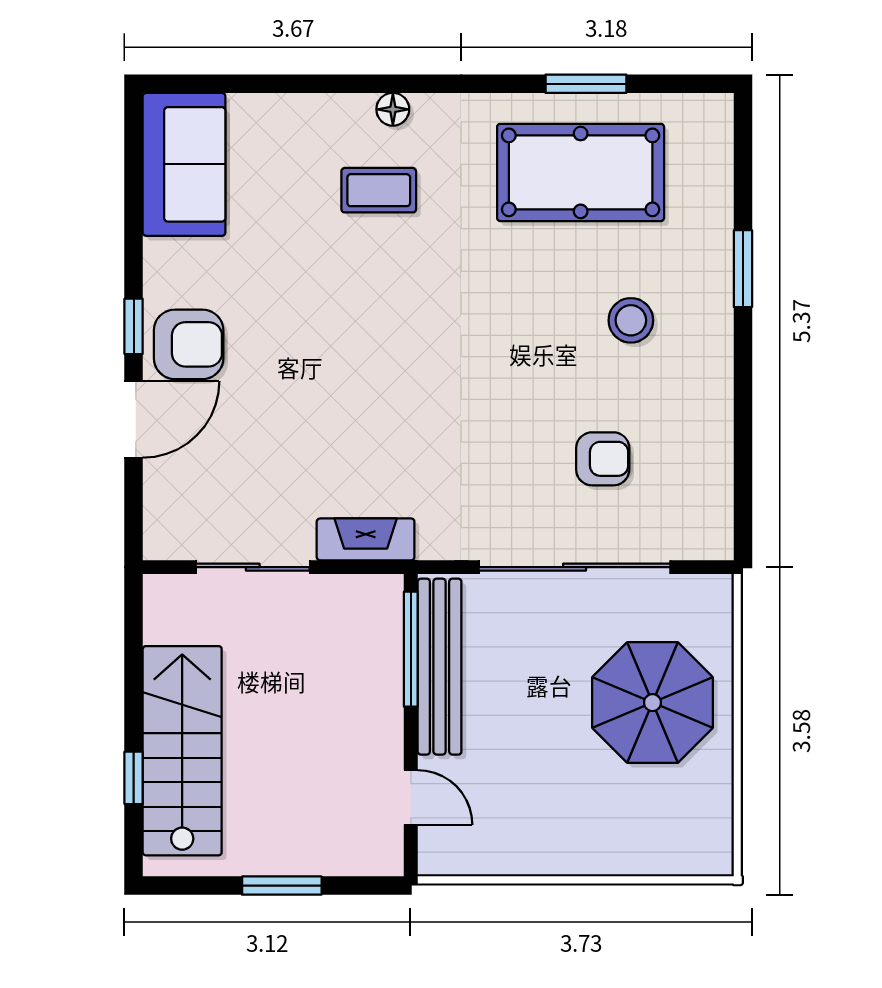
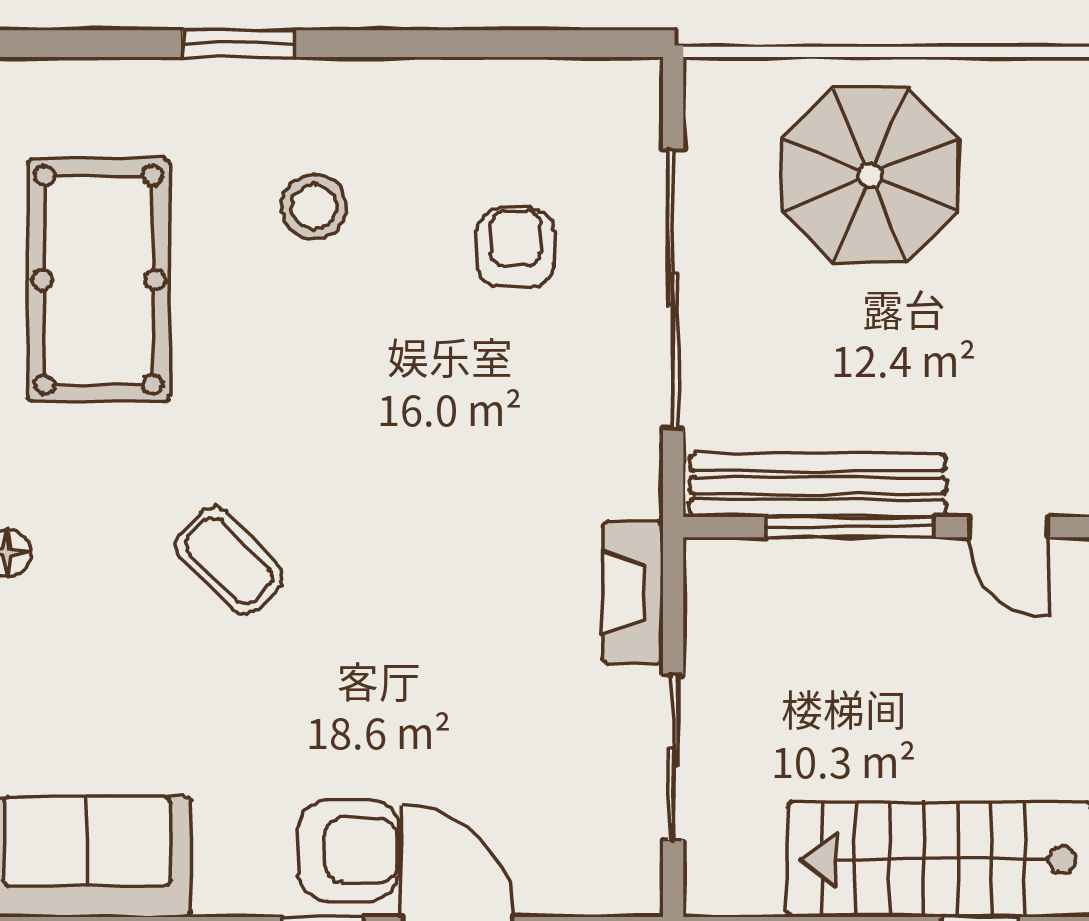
coffee table: (379, 190) -> (229, 561), moved, turned -45
armchair: (189, 344) -> (349, 850), turned 90
window: (411, 649) -> (850, 527), moved
door: (411, 797) -> (1008, 527), swing flipped

